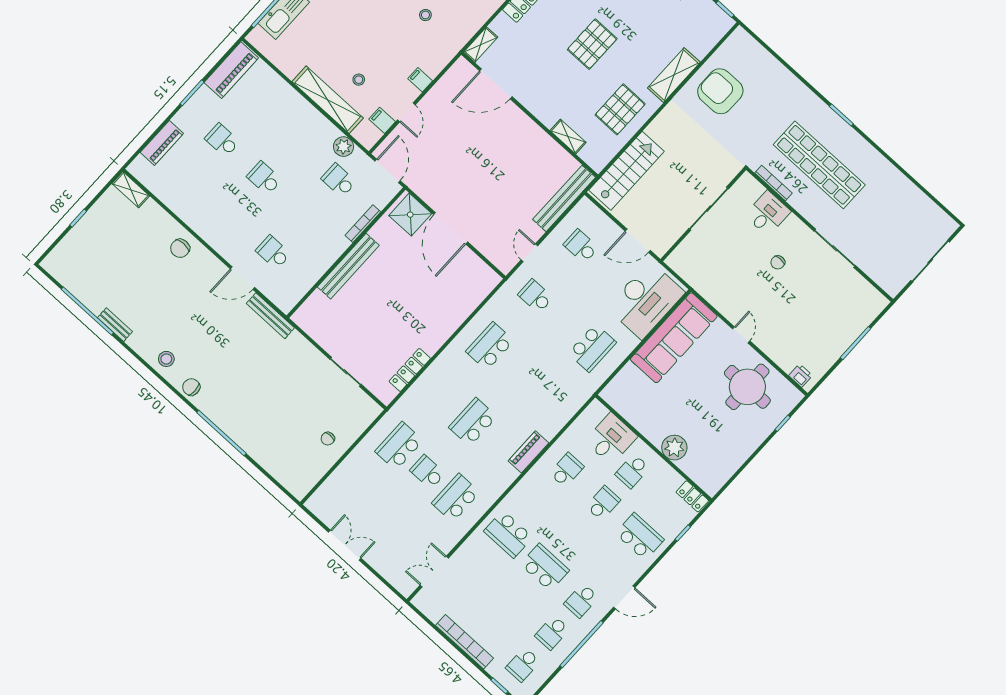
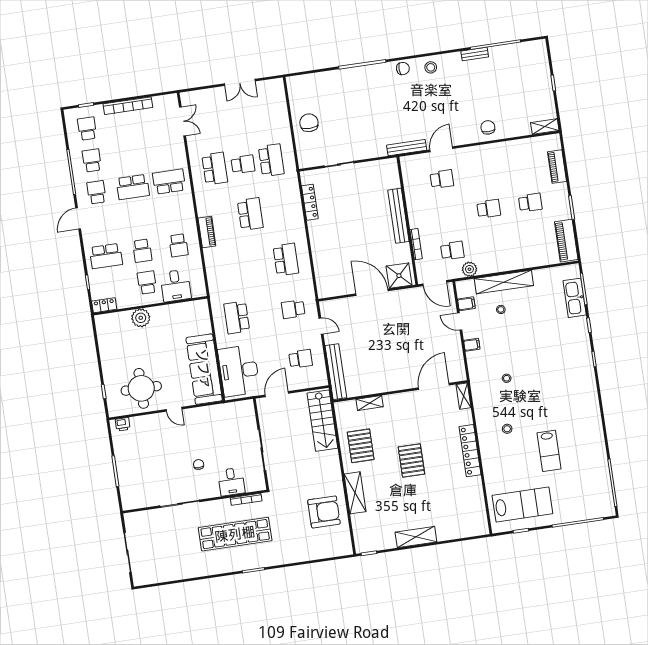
school desk: (535, 296) -> (293, 309), turned 180
chair: (328, 439) -> (309, 123), width x1.87, depth x1.87

